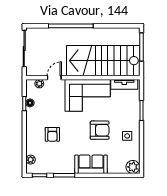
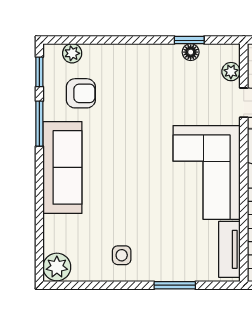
armchair: (100, 130) -> (134, 198), removed
armchair: (52, 134) -> (81, 93), moved, turned 180
sofa: (91, 164) -> (62, 167), width x1.36

